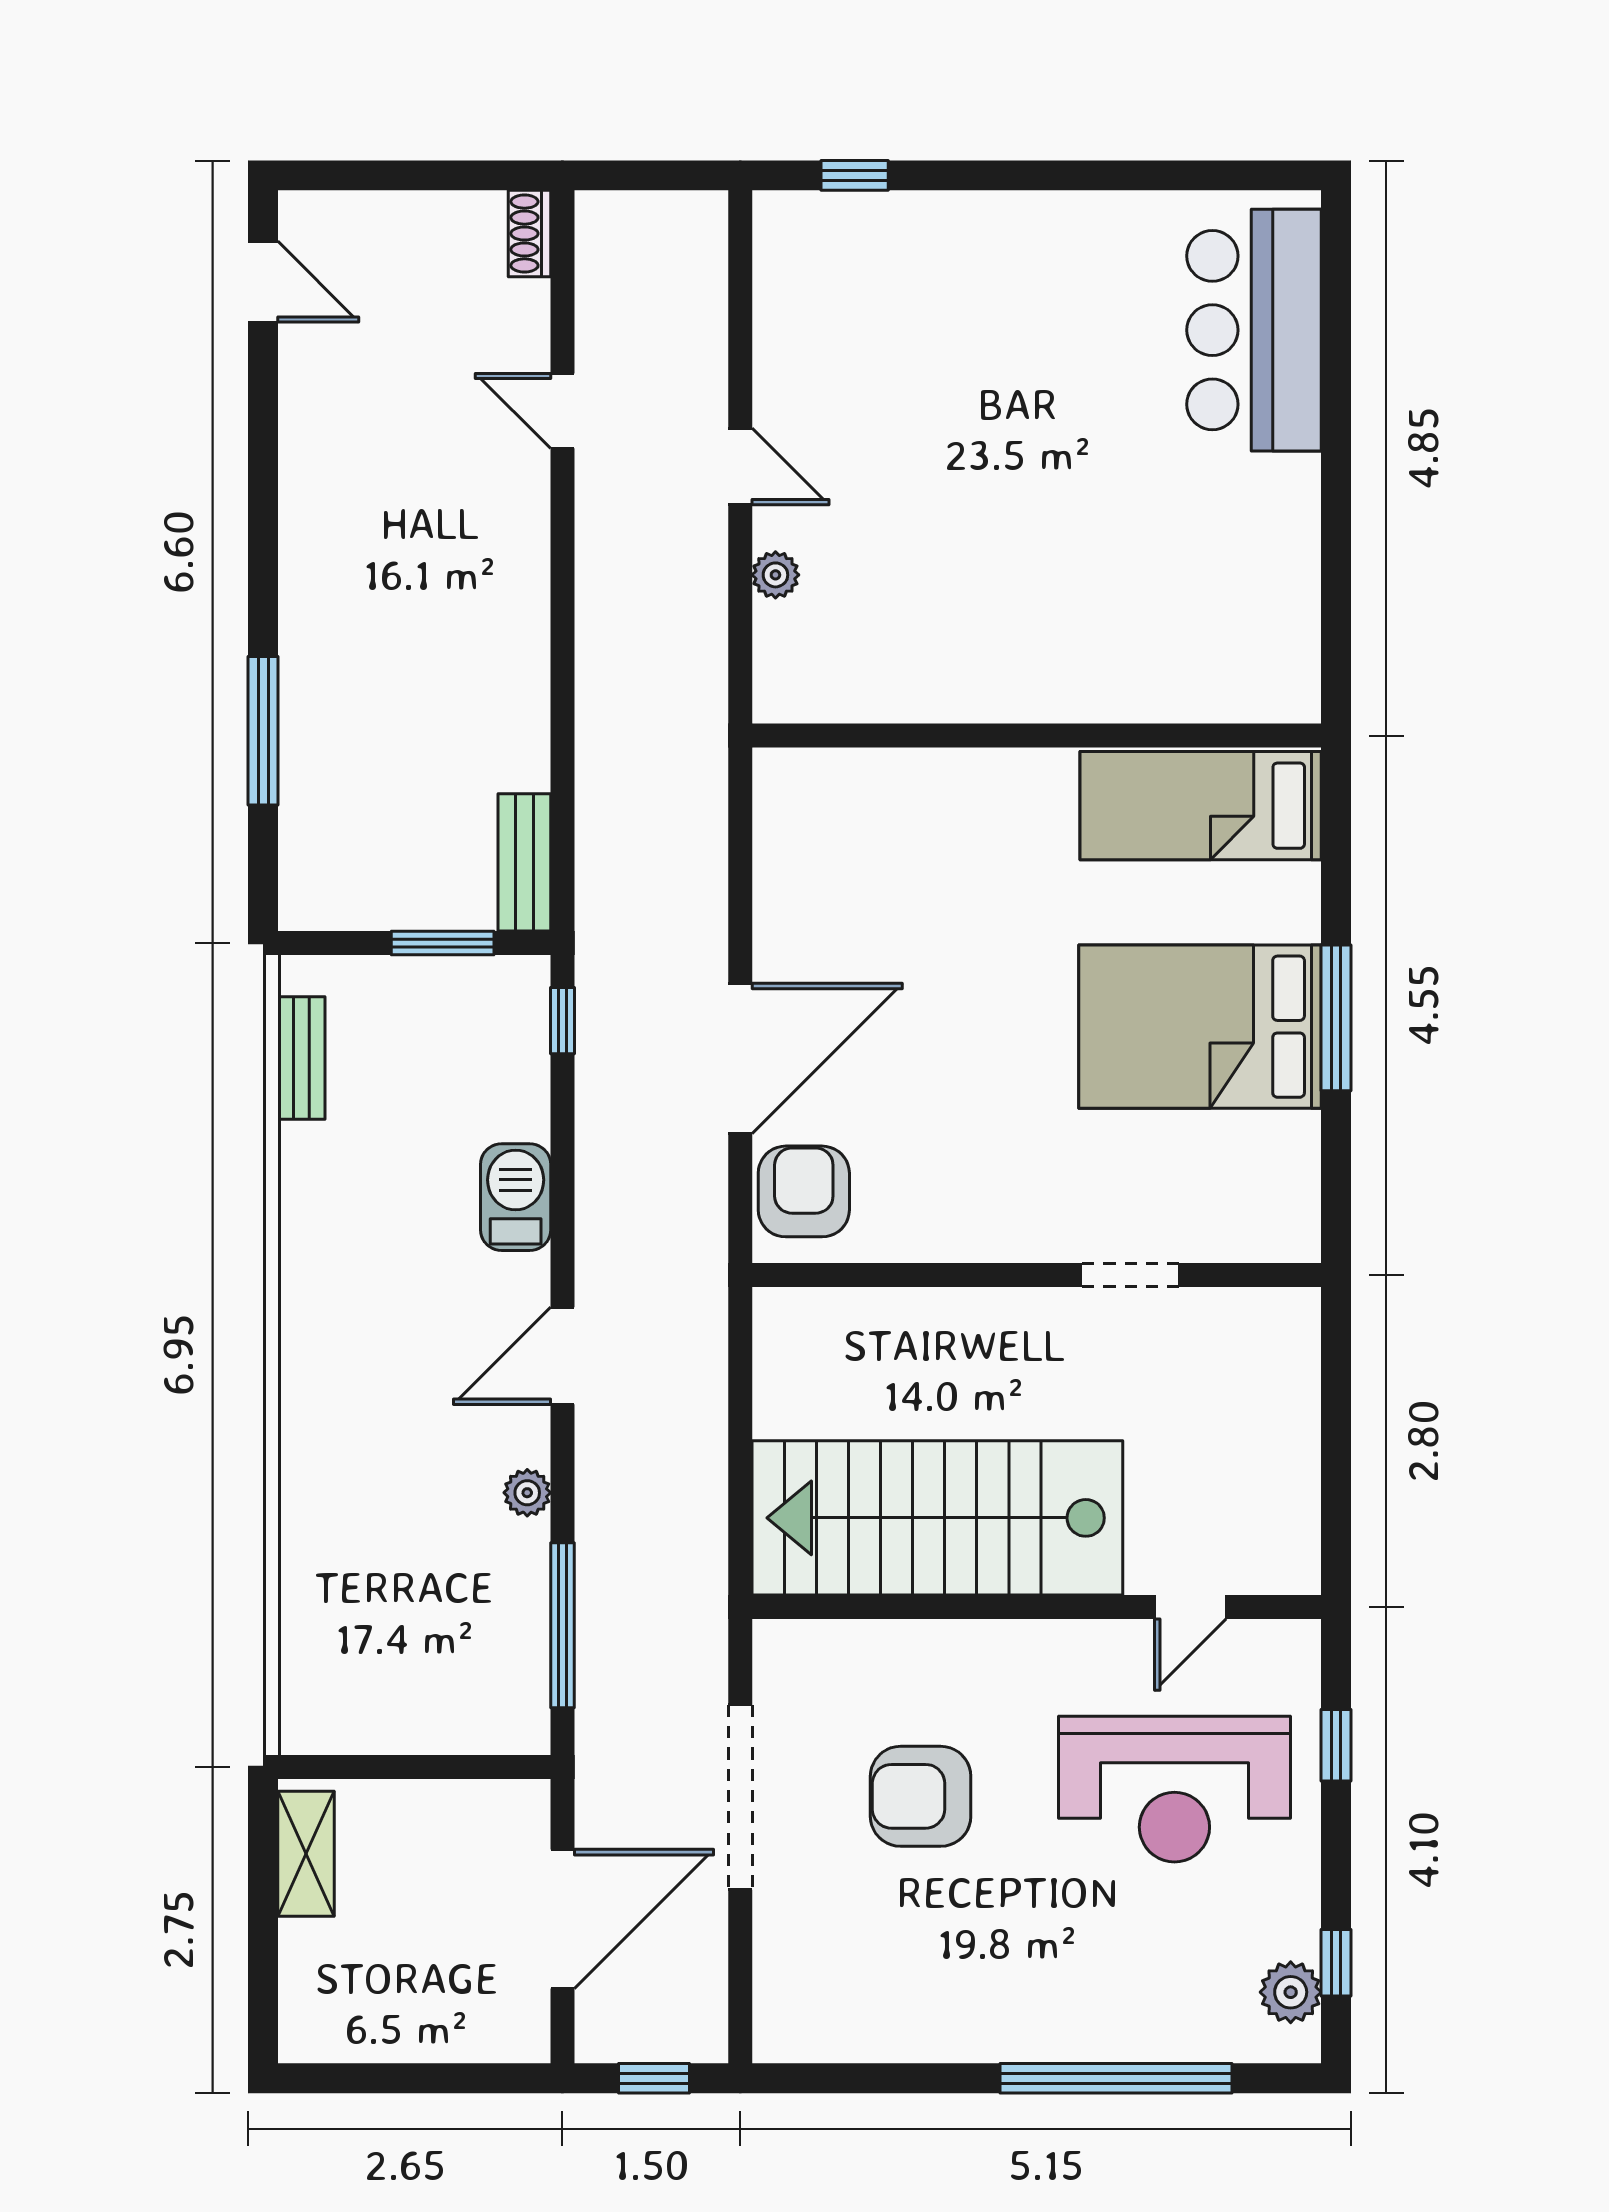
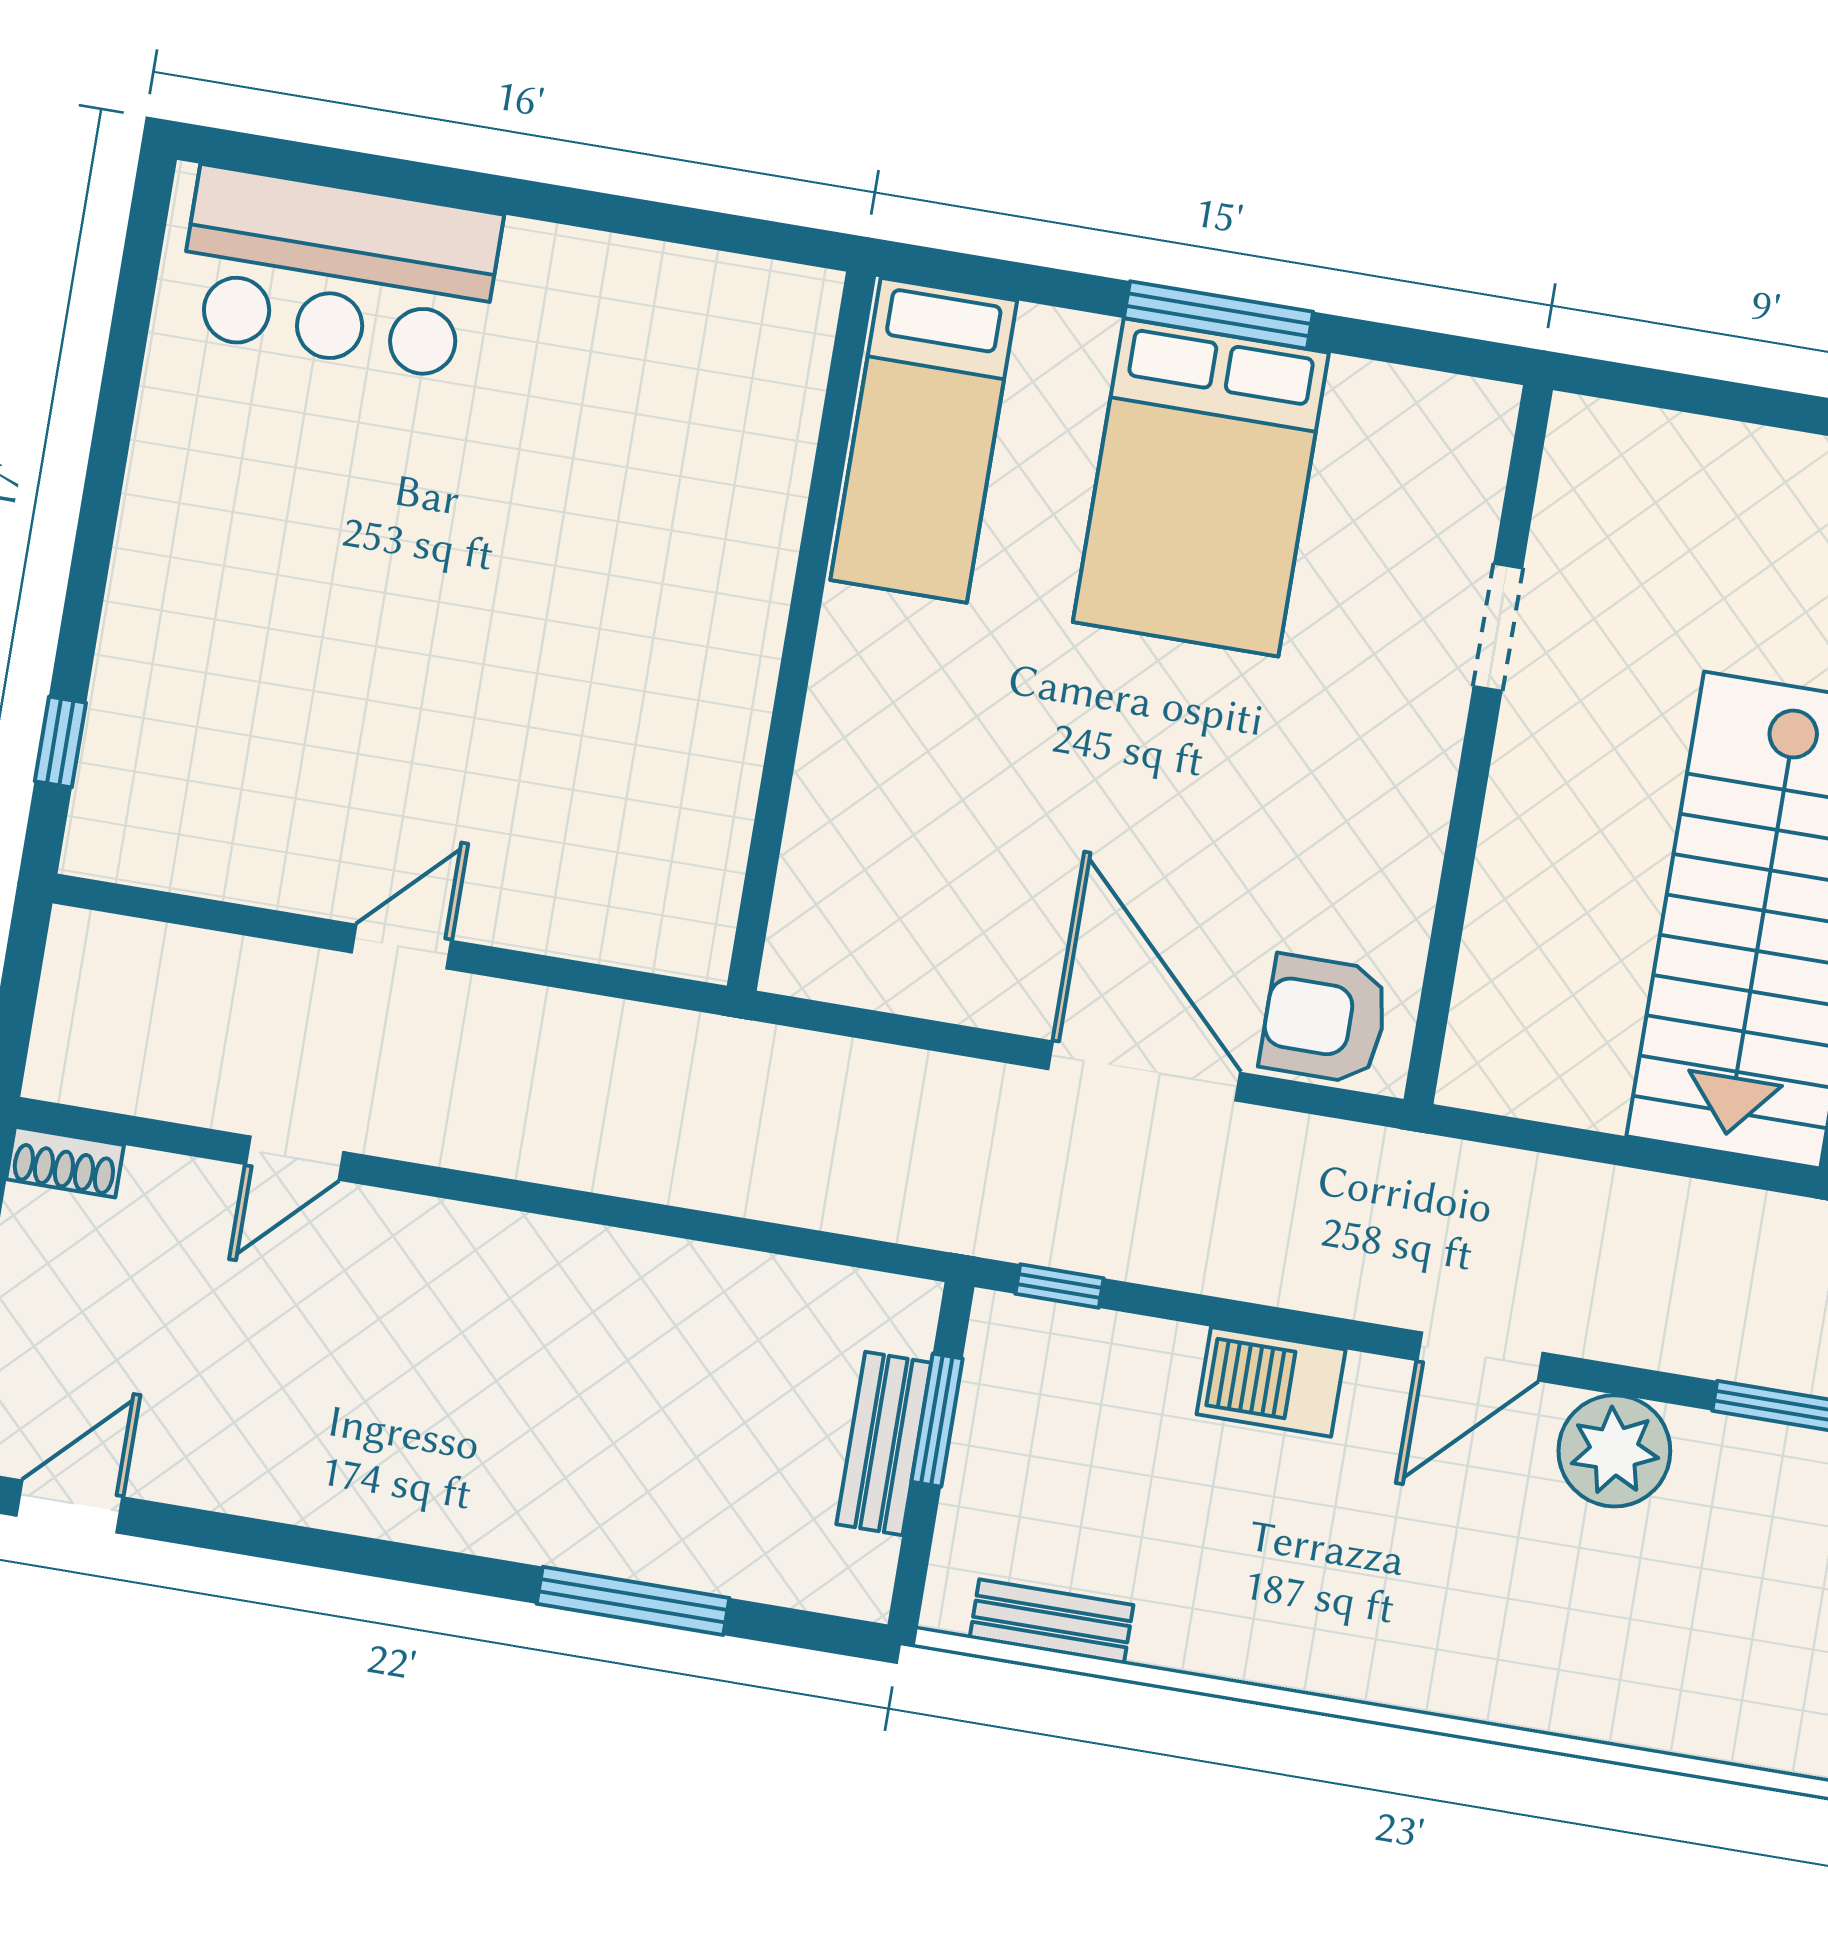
plant: (775, 575) -> (545, 925), removed
bench: (524, 862) -> (884, 1444), moved, turned 90
door: (562, 1356) -> (1480, 1356), hinge flipped
plant: (527, 1493) -> (1614, 1451), width x1.88, depth x1.88

